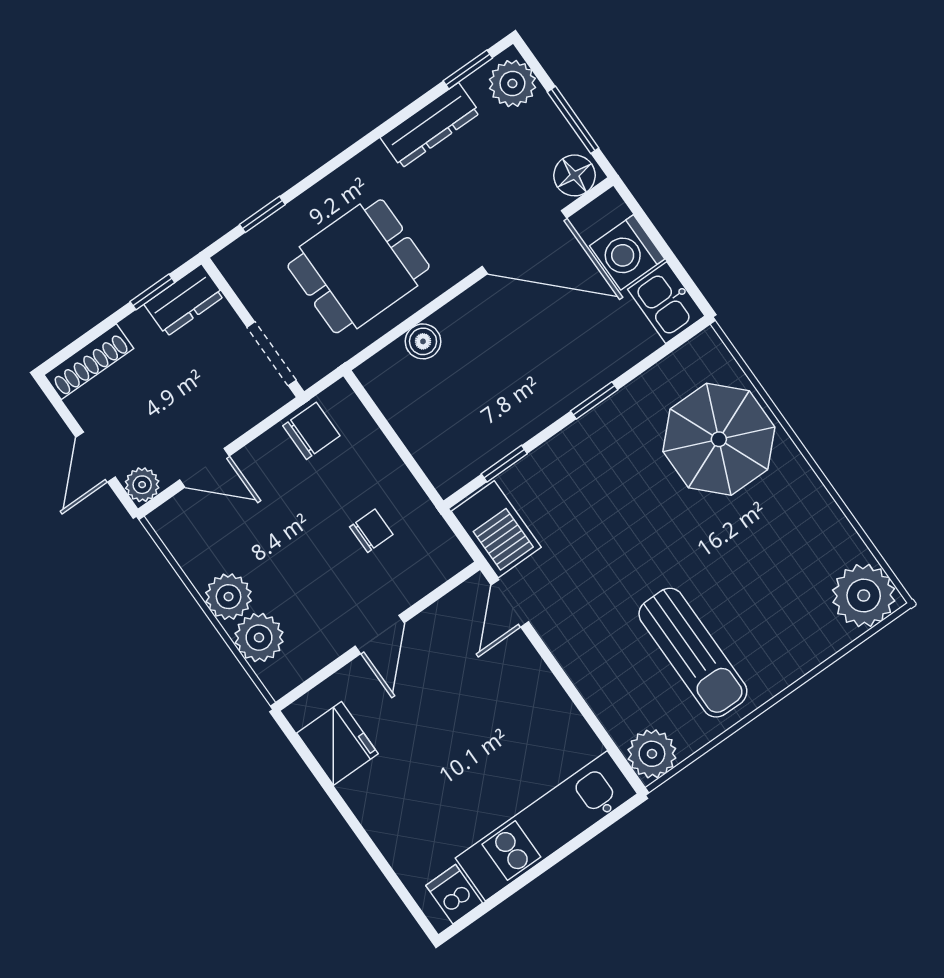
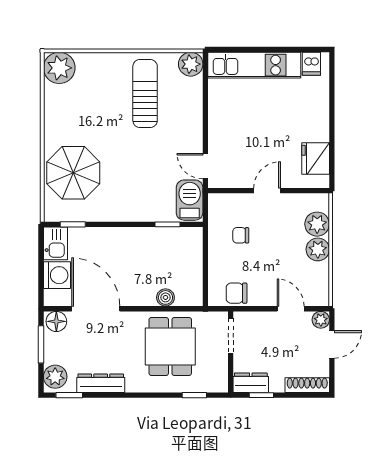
dining table: (359, 266) -> (170, 346), turned 90
window: (594, 400) -> (73, 224), moved
door: (510, 603) -> (205, 166), swing flipped

